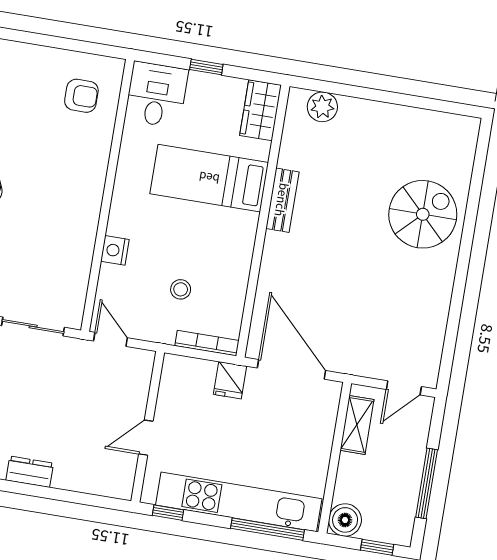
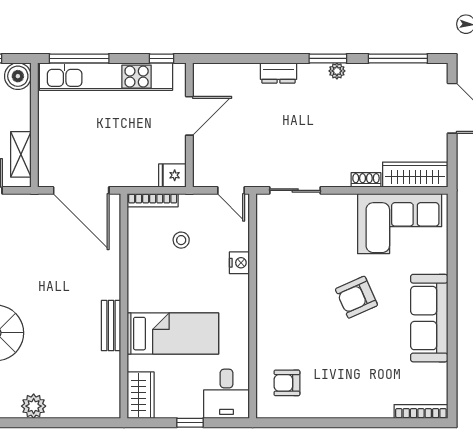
plant: (322, 107) -> (34, 406), moved
fridge: (230, 380) -> (172, 175), moved, turned -90
door: (146, 438) -> (189, 116), width x1.37

